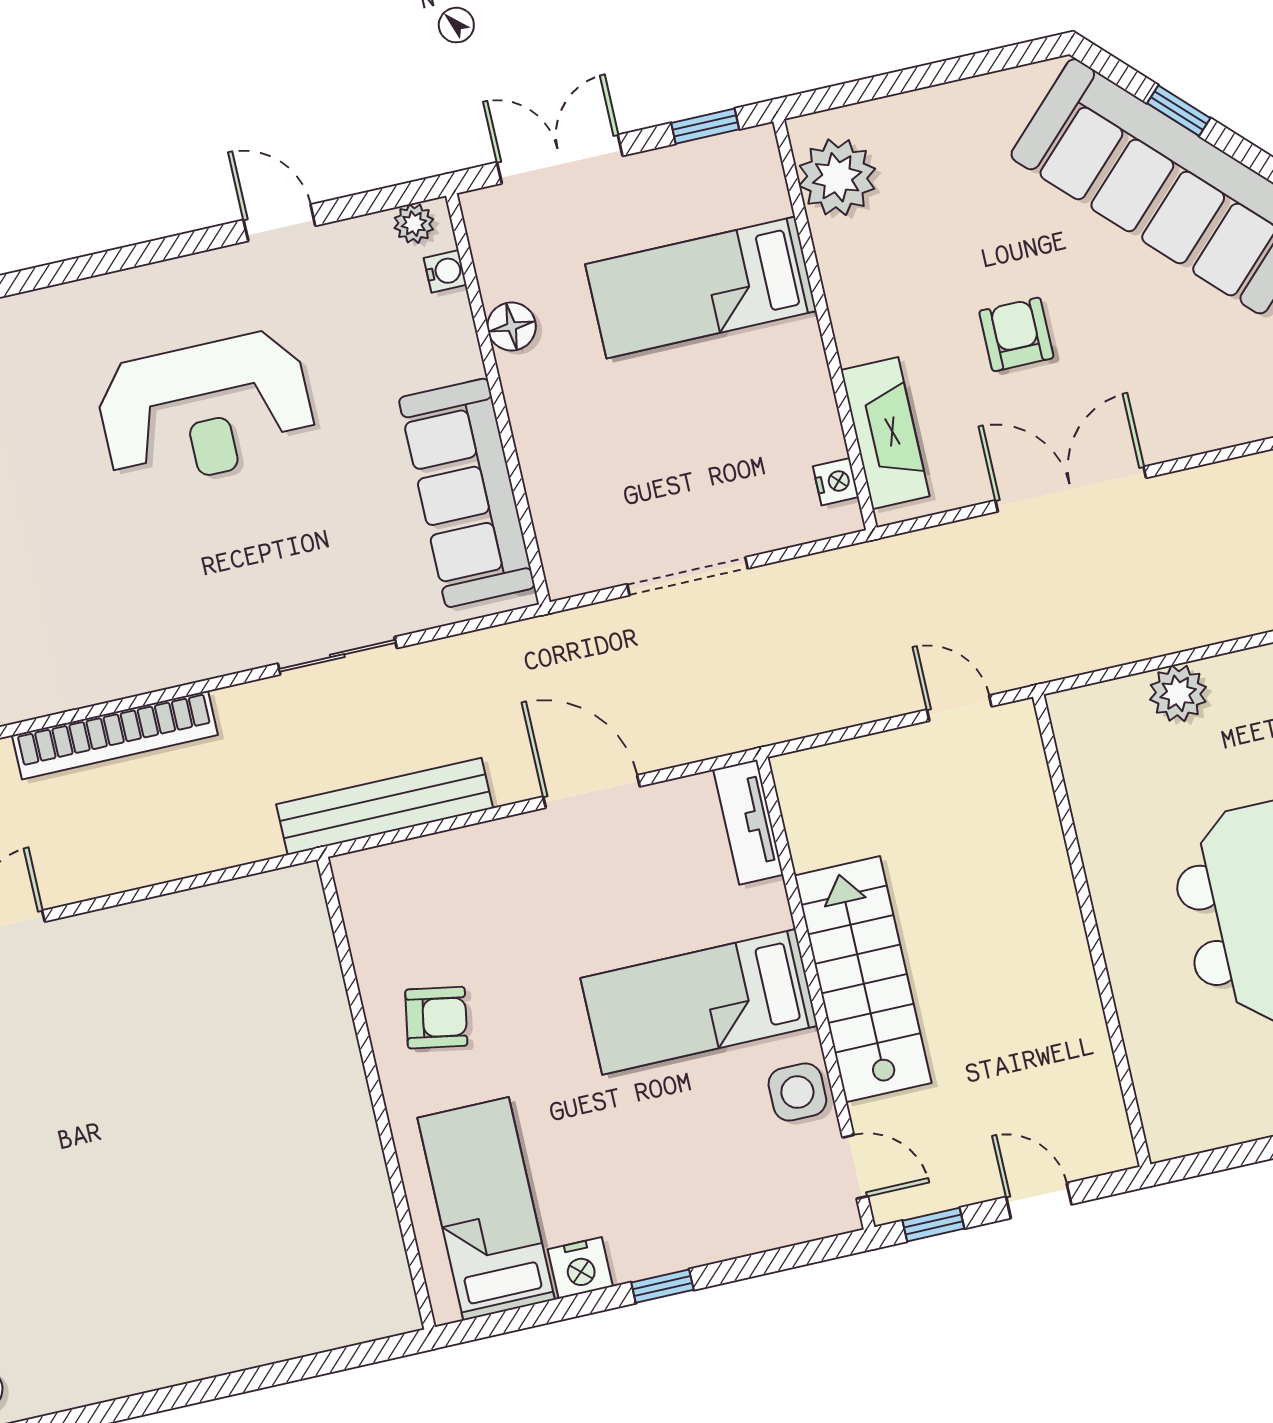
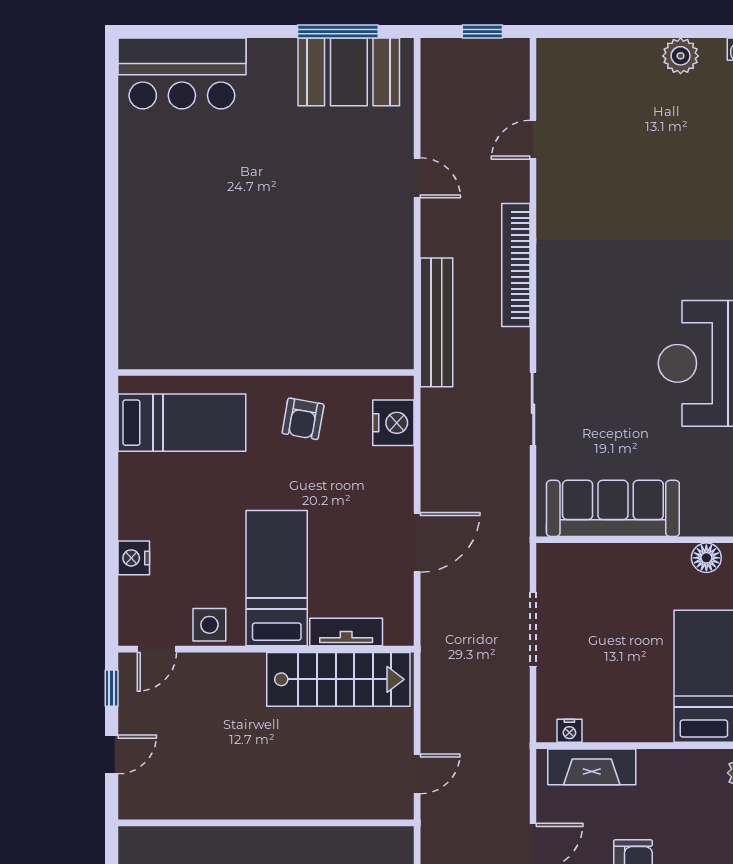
bench: (385, 806) -> (436, 322), moved
tv unit: (748, 822) -> (346, 632), moved
nightstand: (410, 873) -> (393, 423), added
stairs: (863, 979) -> (338, 679), moved
nightstand: (580, 1268) -> (134, 558), moved
window: (662, 1286) -> (112, 518), removed

